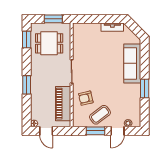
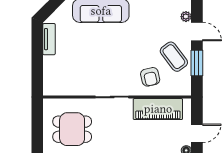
window: (53, 19) -> (37, 123), removed
dining table: (49, 43) -> (72, 129), turned 90

